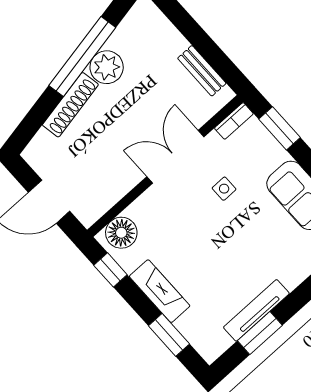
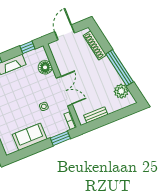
plant: (107, 67) -> (121, 91), moved
shoe rack: (70, 105) -> (95, 45), moved
floor lamp: (121, 233) -> (45, 67), moved

